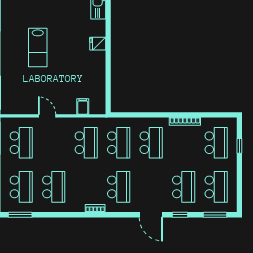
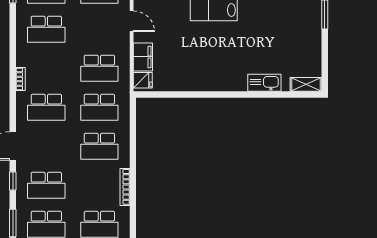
fridge: (98, 44) -> (143, 80), moved, turned 90
filing cabinet: (83, 106) -> (143, 57), width x2.00
door: (47, 116) -> (132, 21), hinge flipped

